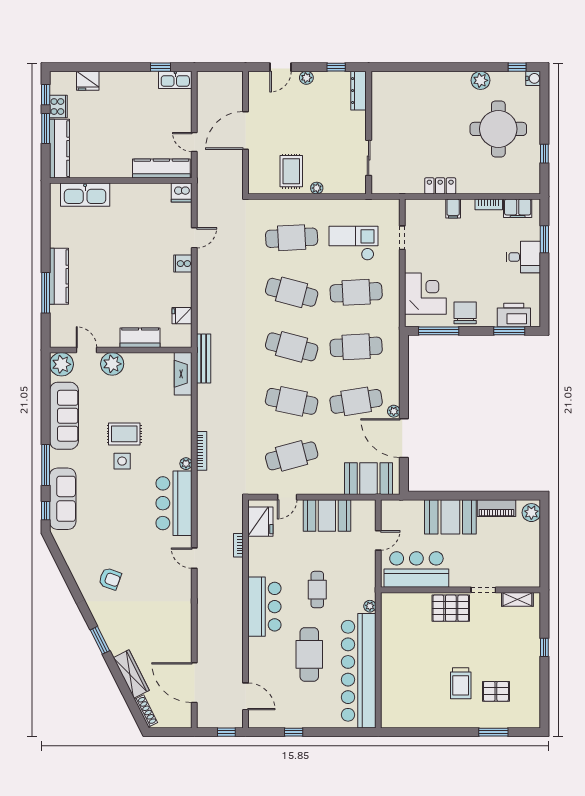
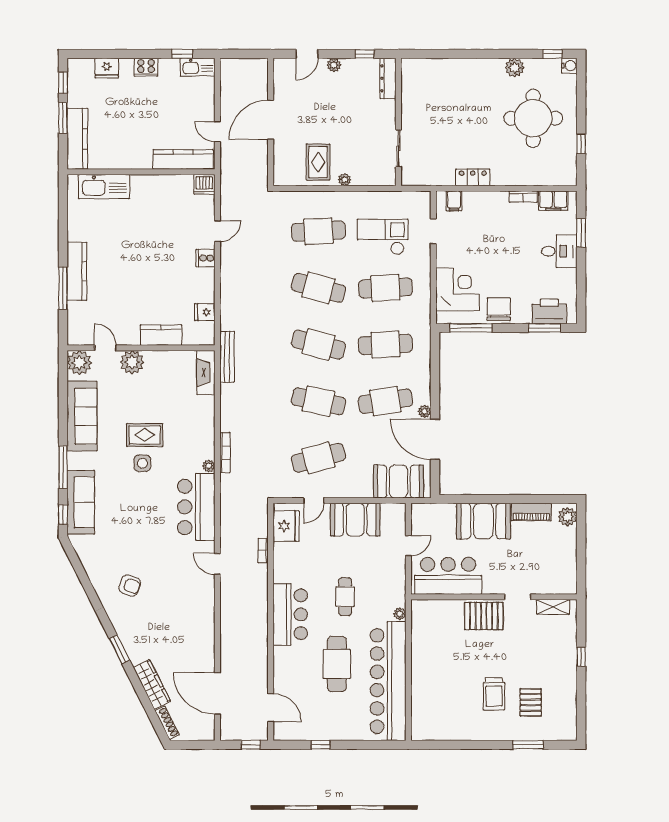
cooker: (58, 107) -> (146, 67), moved, turned 90
filing cabinet: (453, 209) -> (454, 201), moved
pallet: (496, 691) -> (531, 702), turned 90

